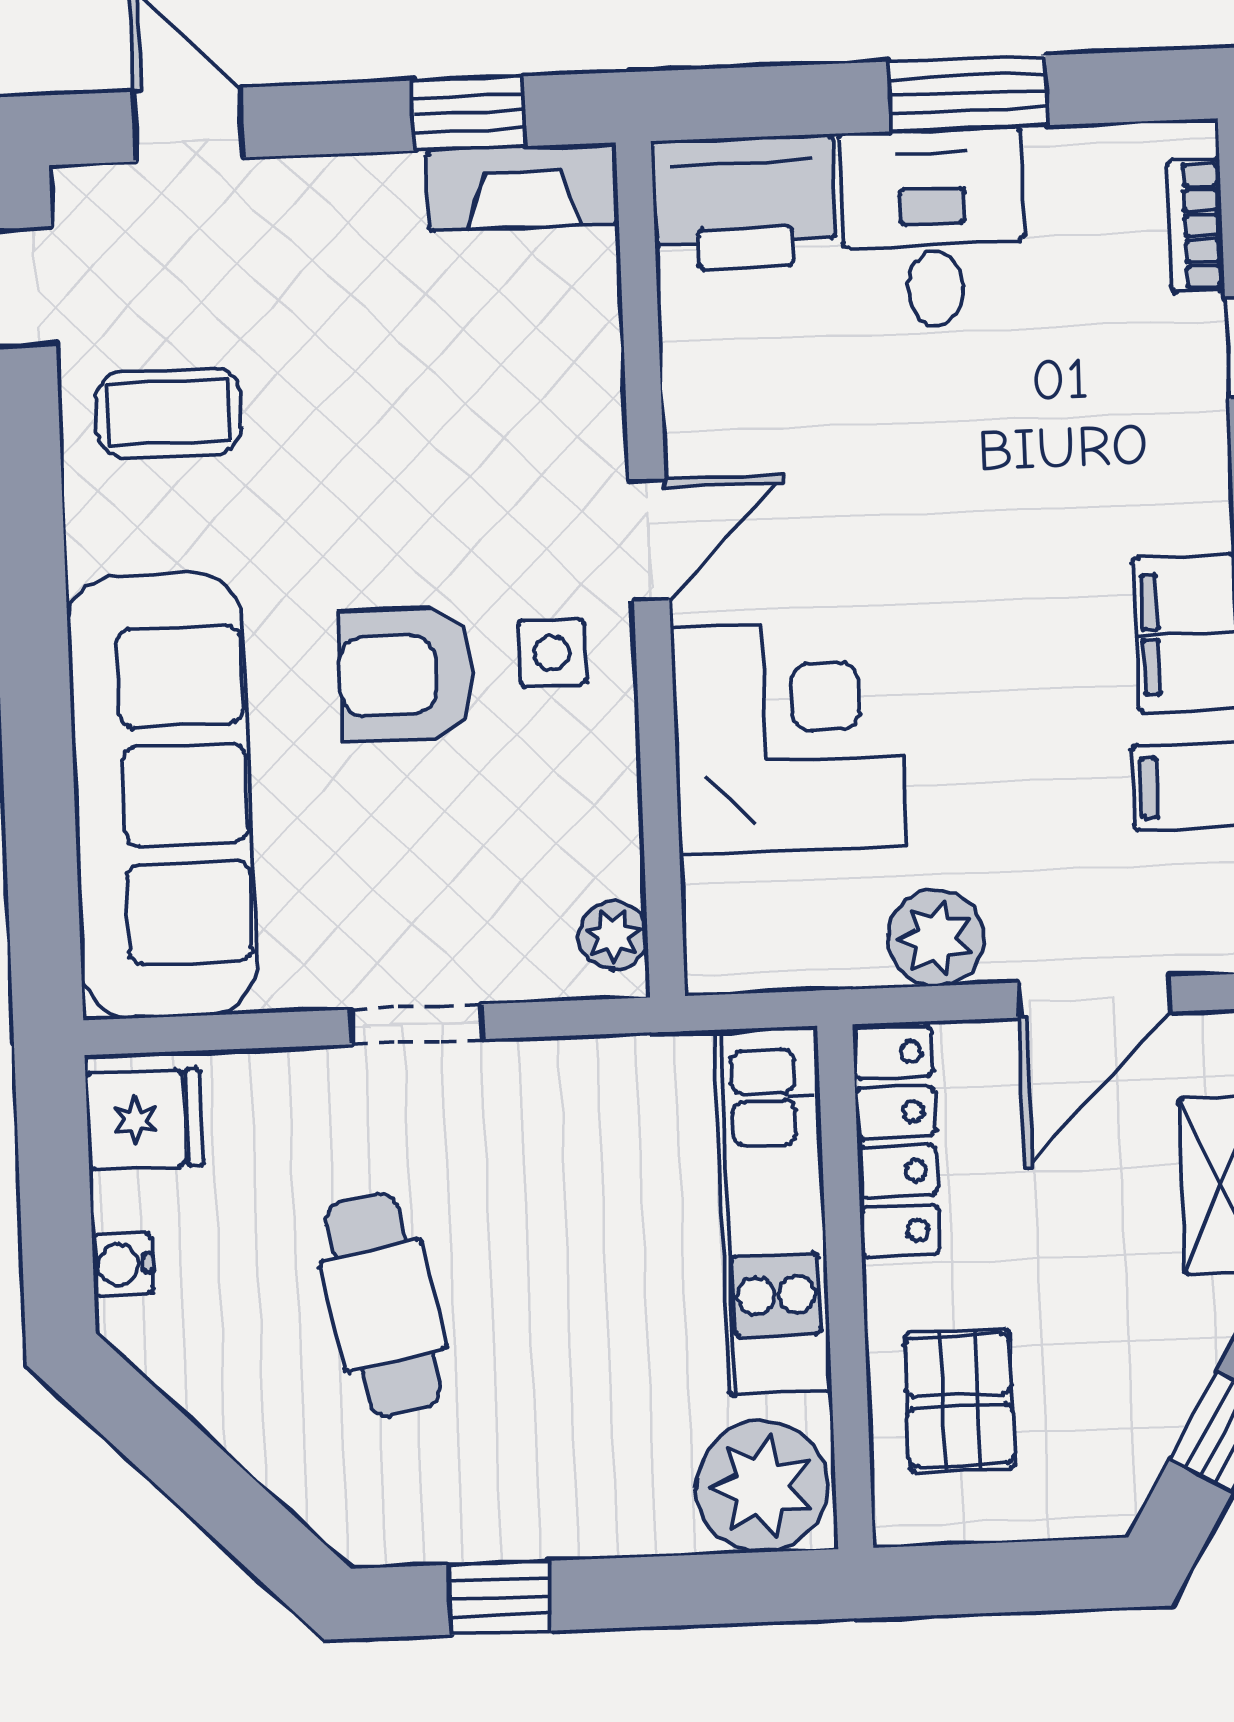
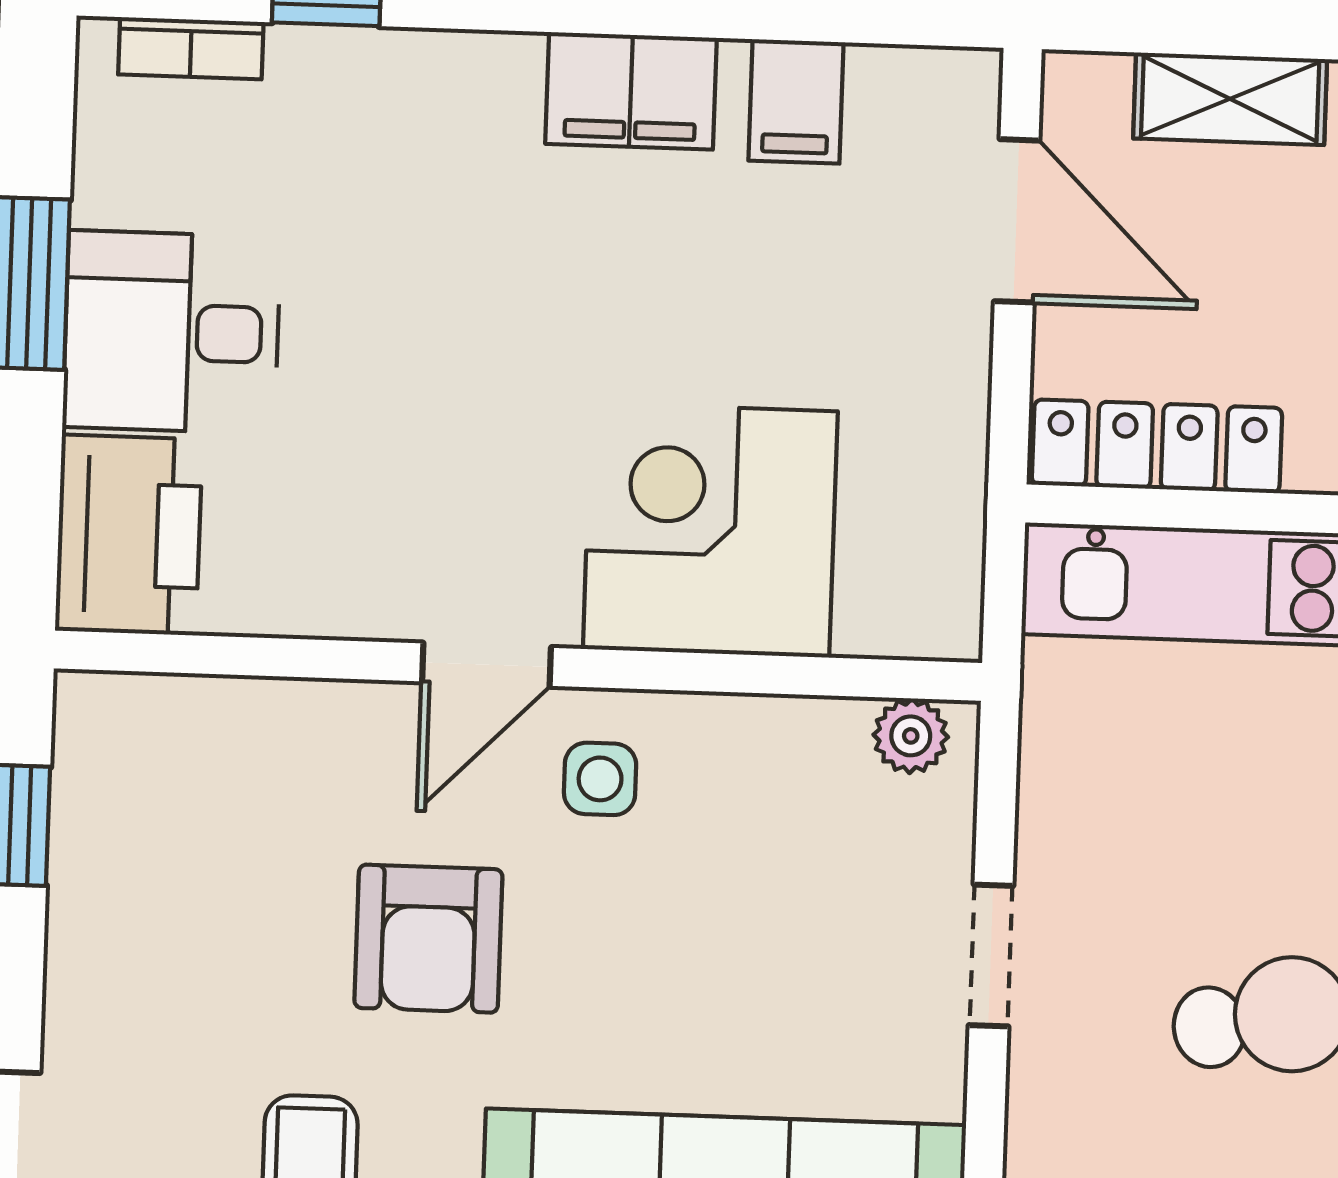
fireplace: (523, 187) -> (94, 773), removed
door: (649, 540) -> (487, 665), swing flipped
armchair: (407, 675) -> (428, 939), moved
plant: (936, 938) -> (940, 387), removed

